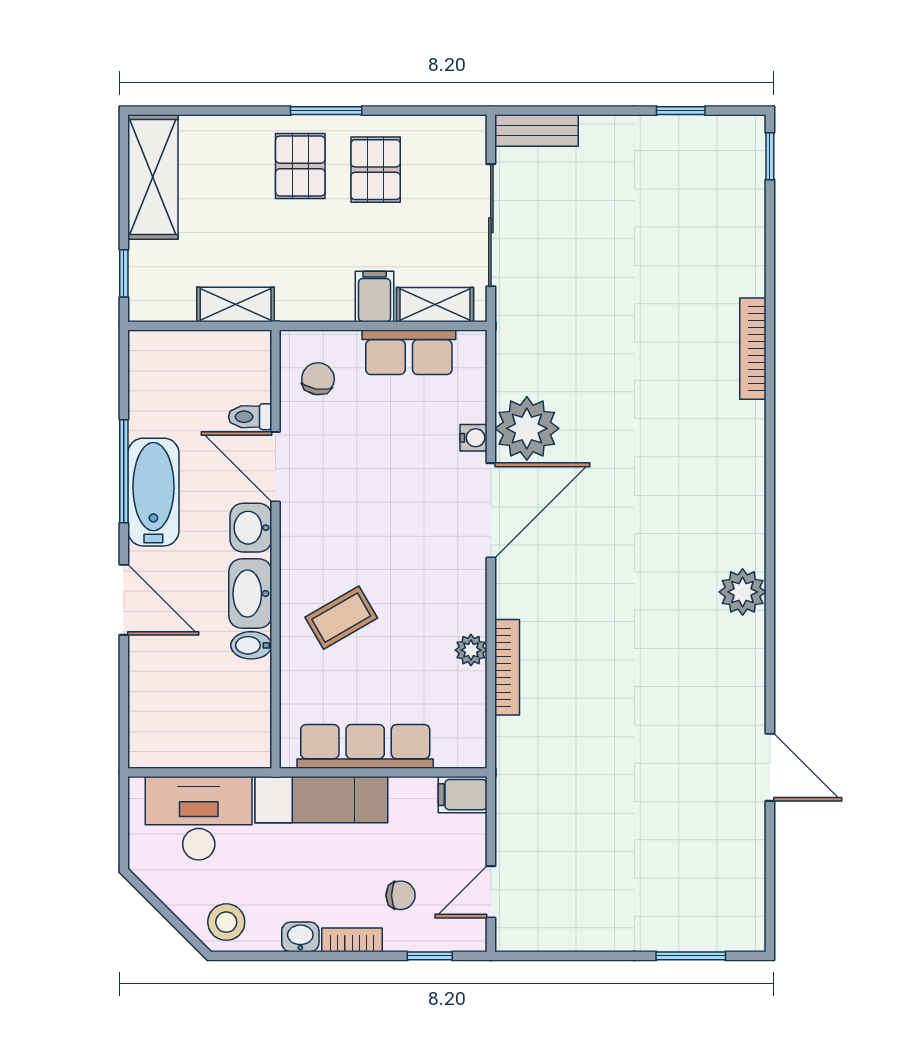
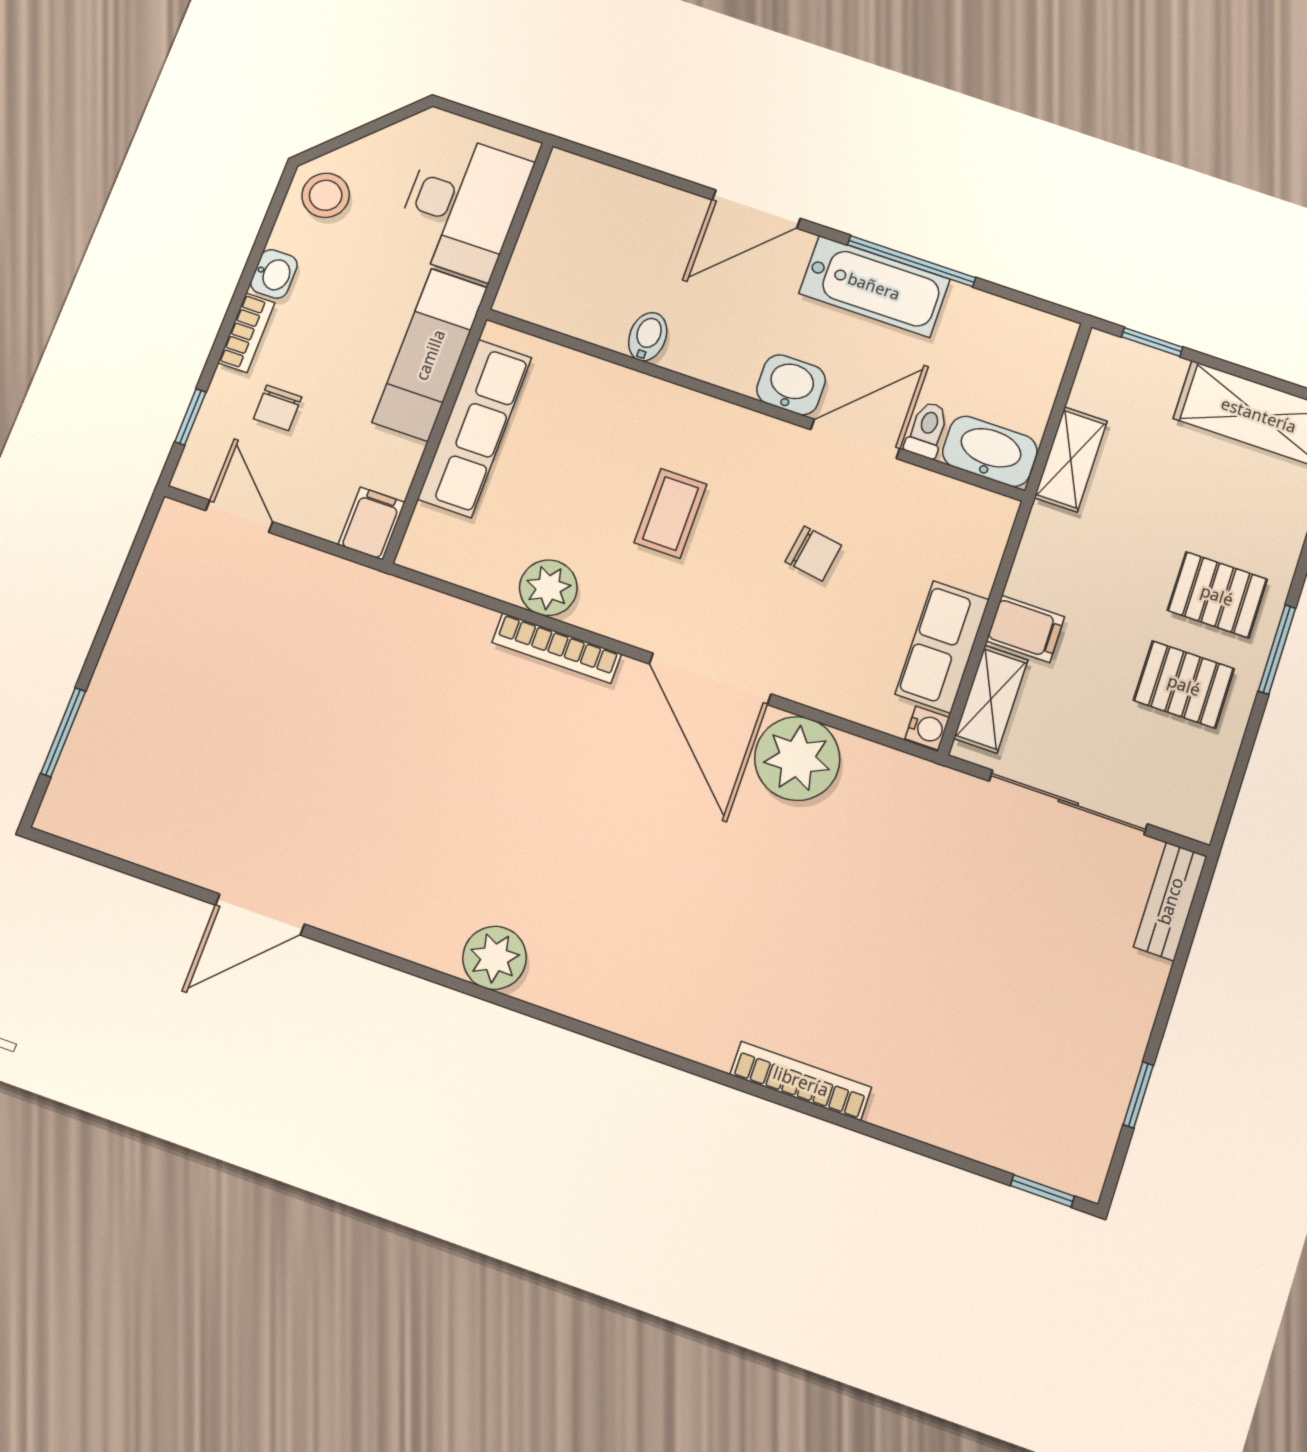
chair: (318, 379) -> (813, 553), moved
water cooler: (473, 438) -> (927, 728), moved, turned -90
washbasin: (250, 594) -> (990, 451), moved
coffee table: (341, 618) -> (670, 513), moved, turned 30
plant: (471, 650) -> (548, 588), width x1.38, depth x1.38
bookcase: (507, 667) -> (557, 648), moved

